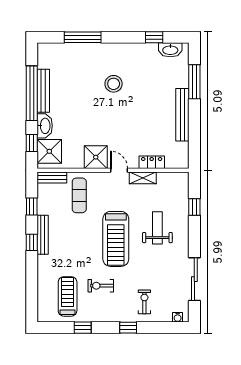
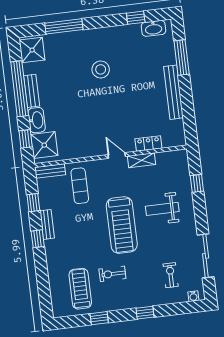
bench: (43, 91) -> (32, 91), width x0.73
shower: (96, 157) -> (32, 50), moved
weight bench: (157, 228) -> (162, 209), turned -90
bench: (43, 235) -> (47, 224), width x0.73
exercise bike: (144, 302) -> (171, 275), moved

